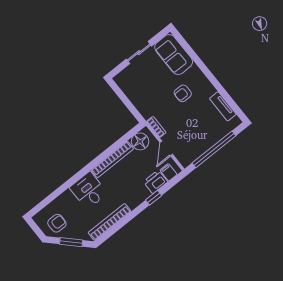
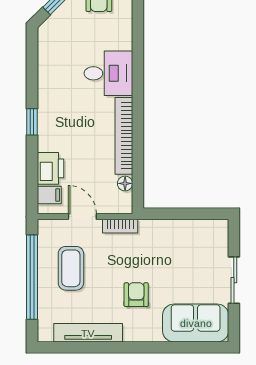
tv unit: (223, 106) -> (88, 333), width x1.41
coffee table: (195, 134) -> (71, 268), added
floor lamp: (140, 141) -> (125, 183), width x0.53, depth x0.53
window: (154, 198) -> (32, 122), moved
bookcase: (110, 222) -> (46, 68), removed

